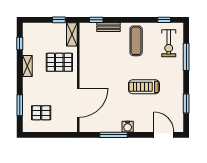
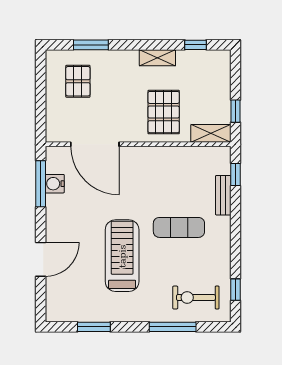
exercise mat: (136, 41) -> (179, 227), moved
treadmill: (144, 87) -> (122, 256), width x1.37, depth x1.38
water cooler: (128, 127) -> (55, 184), moved
window: (114, 135) -> (41, 184), moved
door: (164, 135) -> (41, 259), moved

